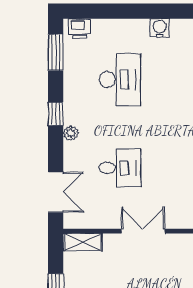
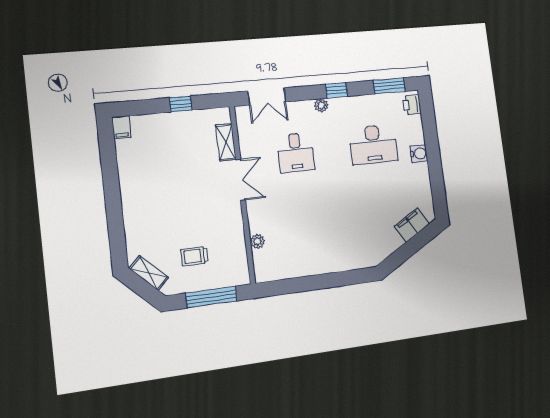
water cooler: (160, 28) -> (419, 153), moved
shelving: (83, 242) -> (226, 142), moved

